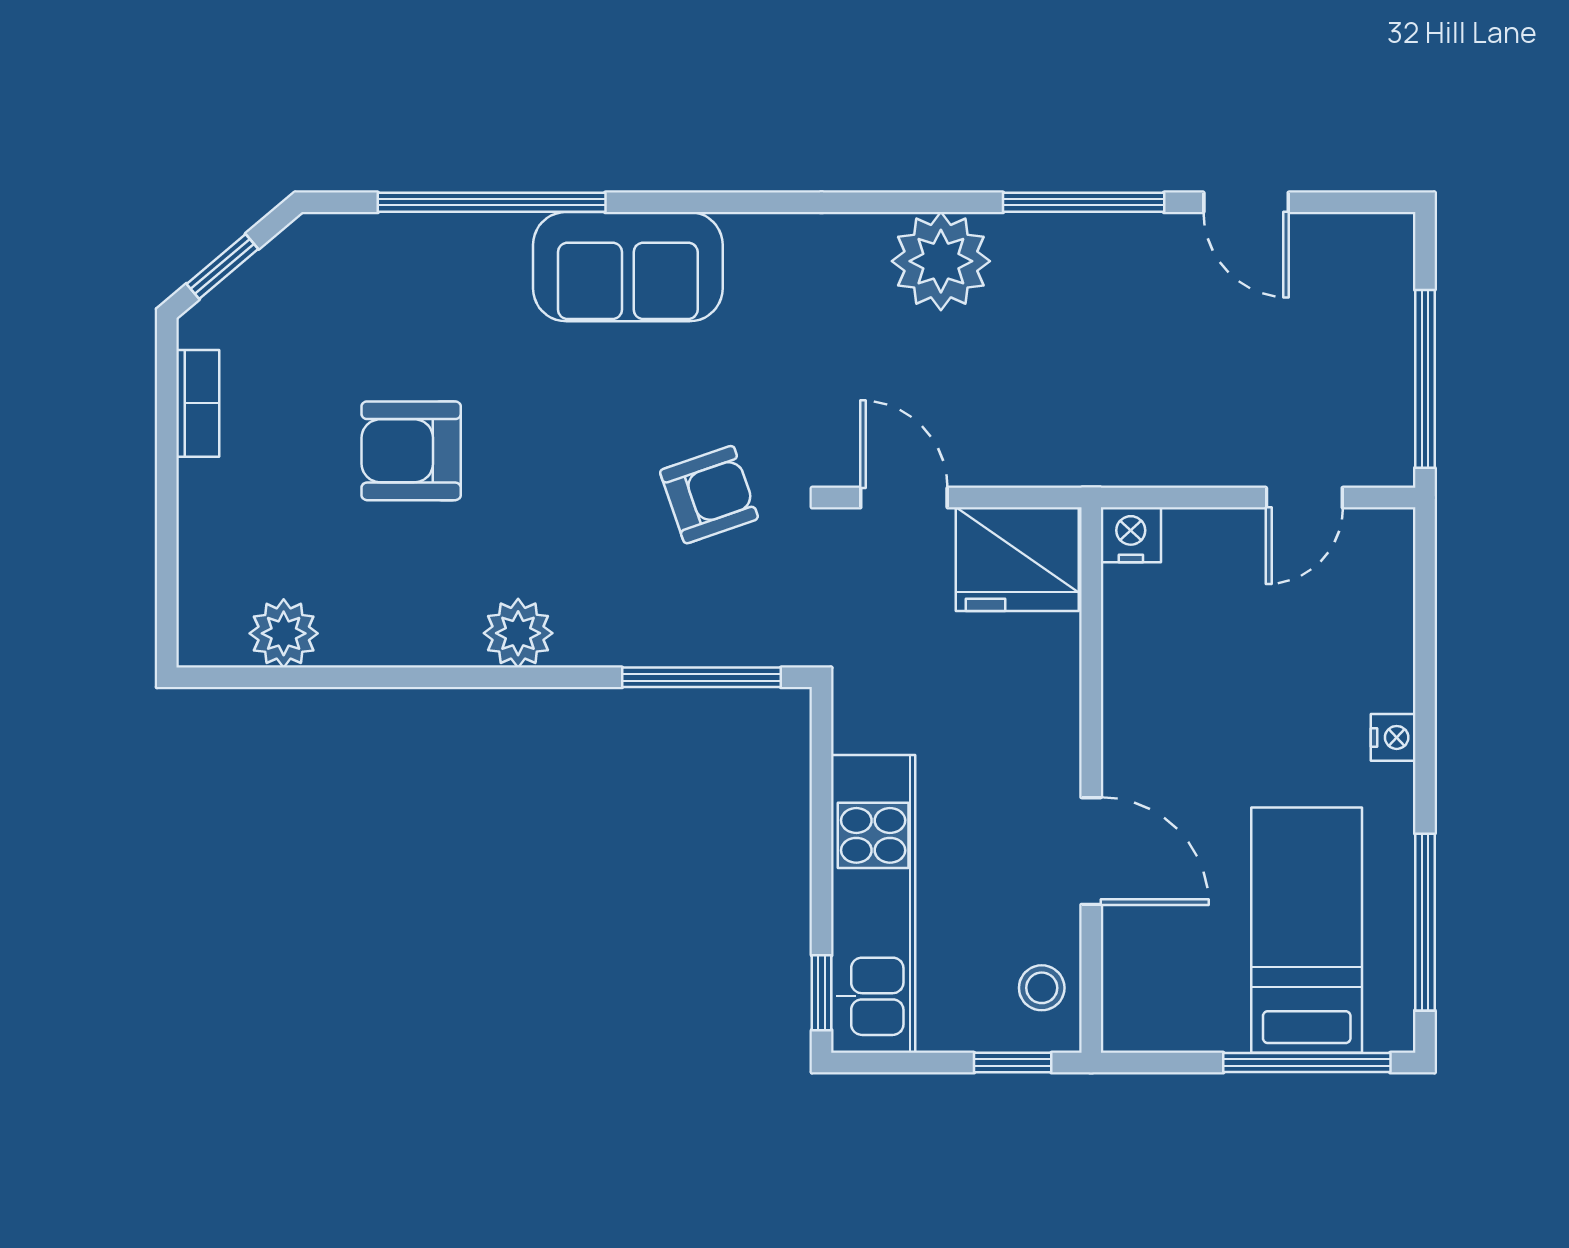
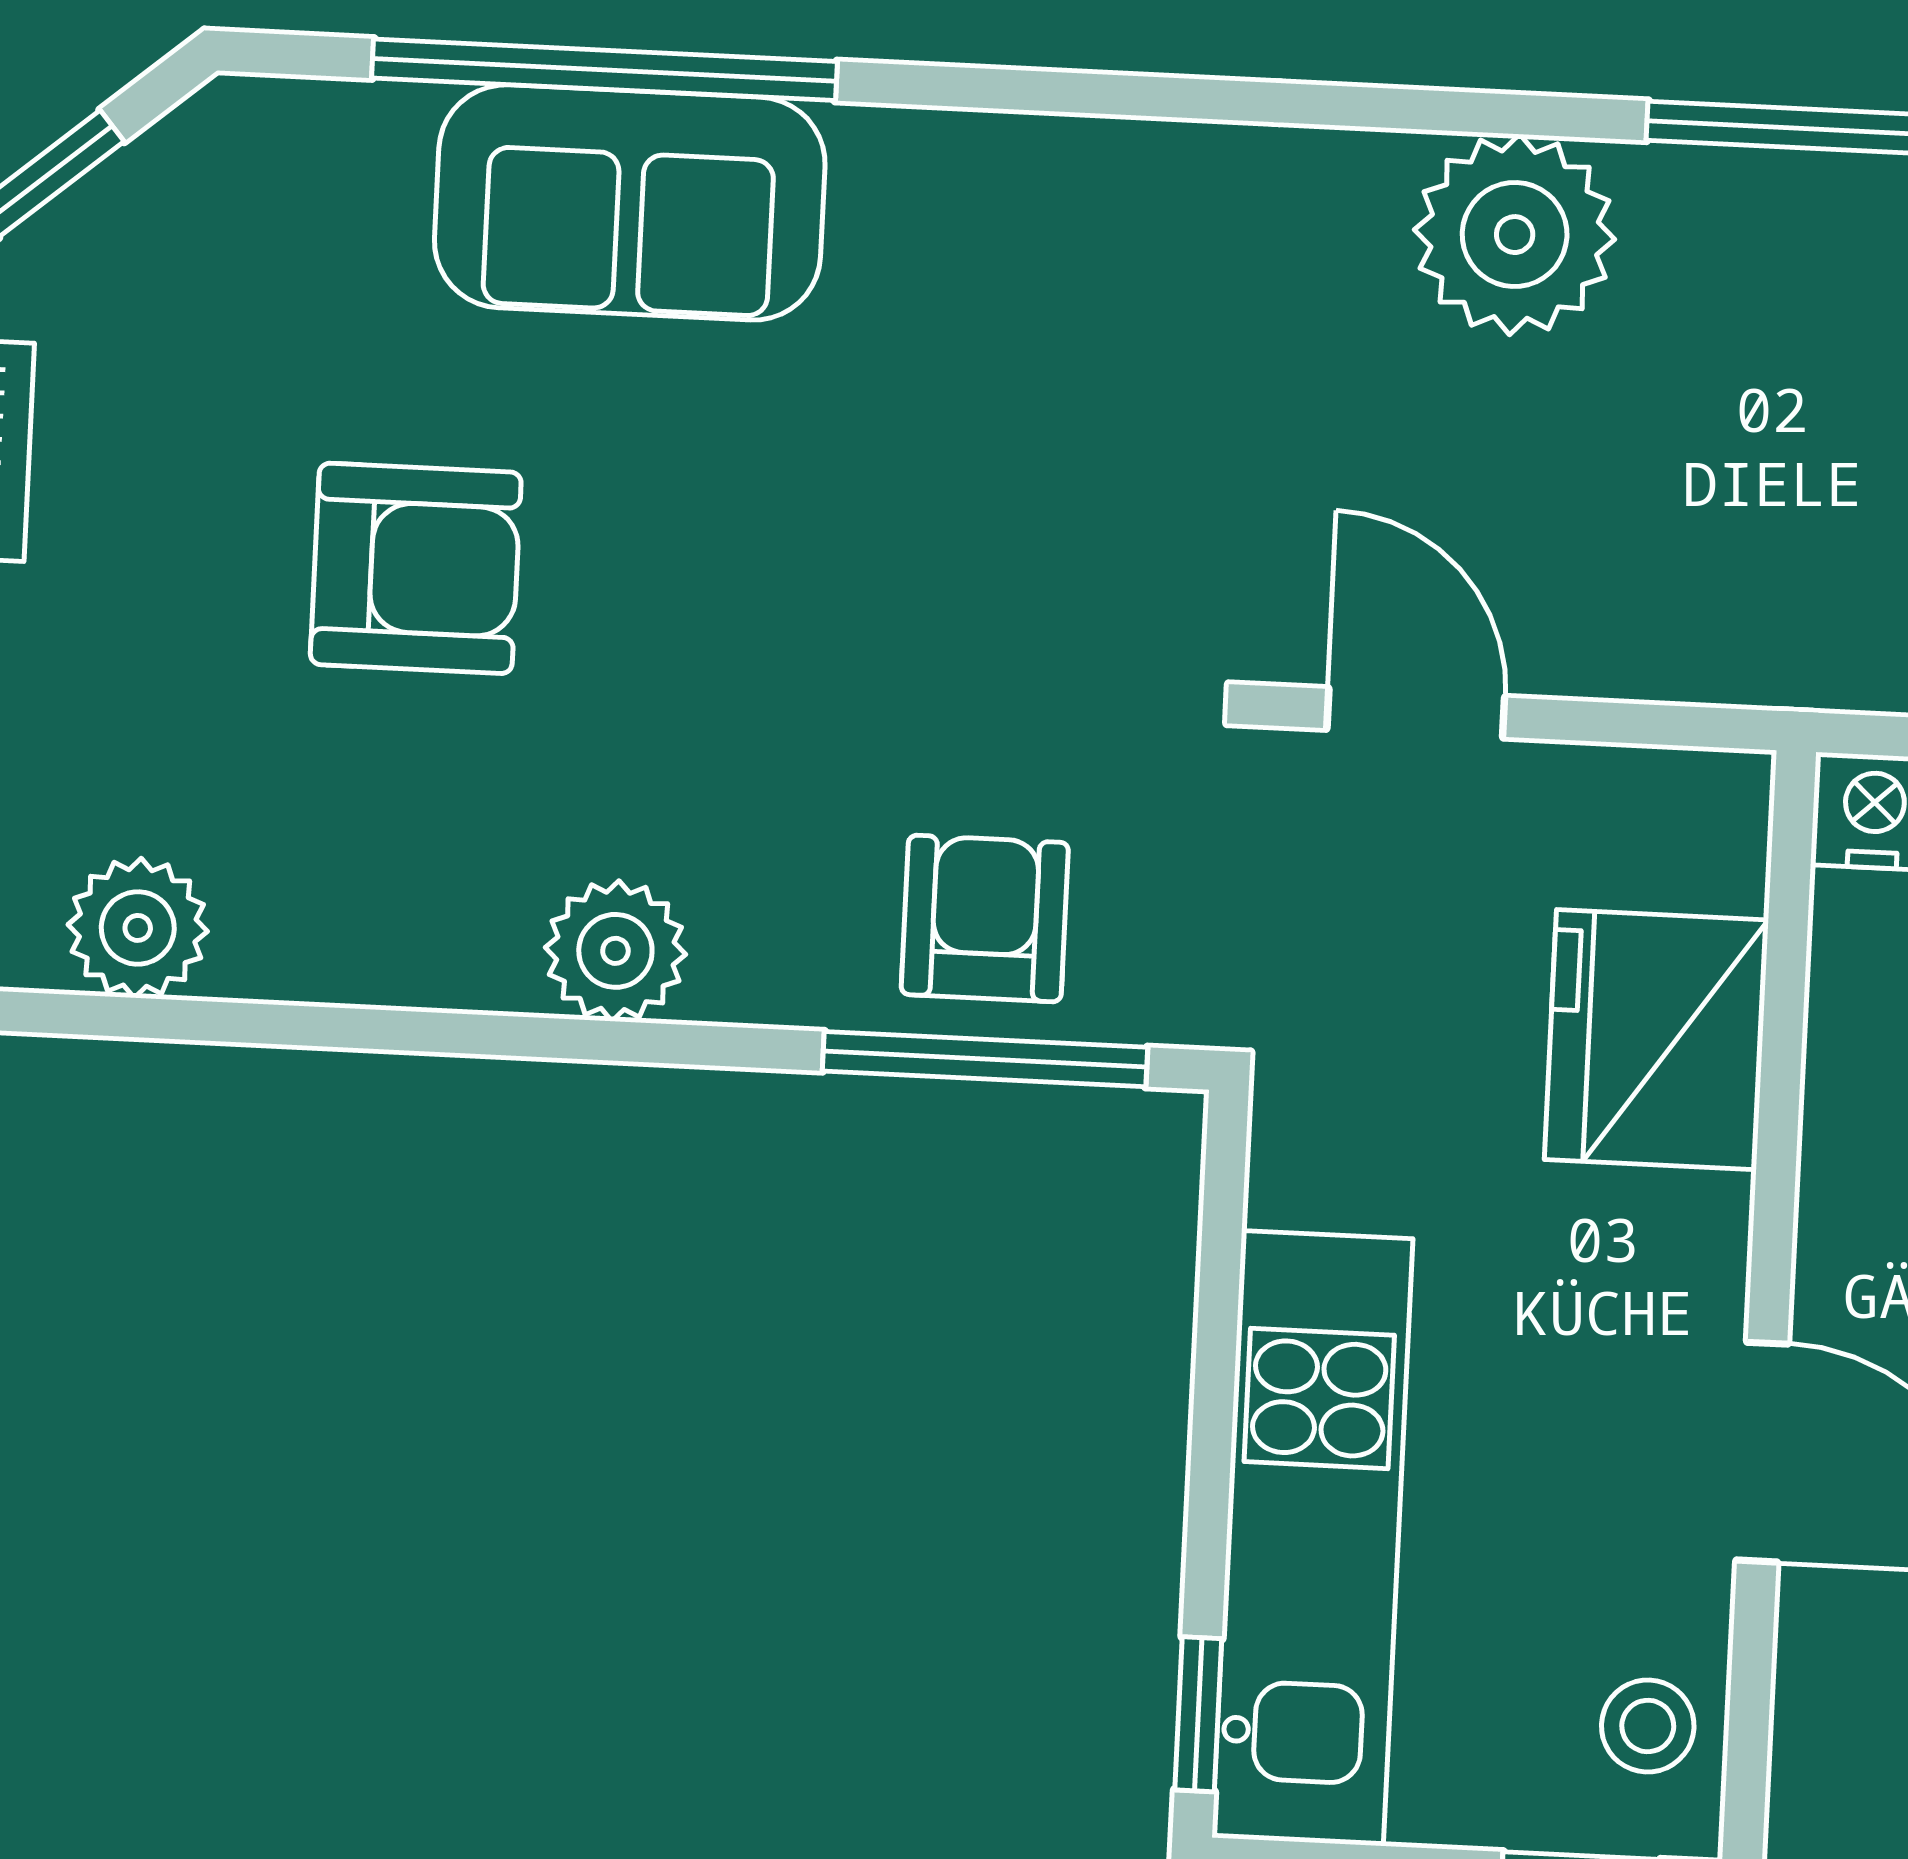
sofa: (628, 267) -> (630, 202), moved
armchair: (411, 451) -> (416, 568), turned 180
armchair: (709, 495) -> (985, 919), moved, turned -71
fridge: (1017, 559) -> (1656, 1040), moved, turned 90

